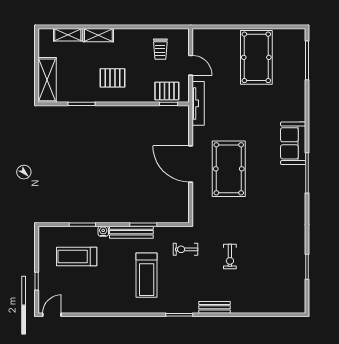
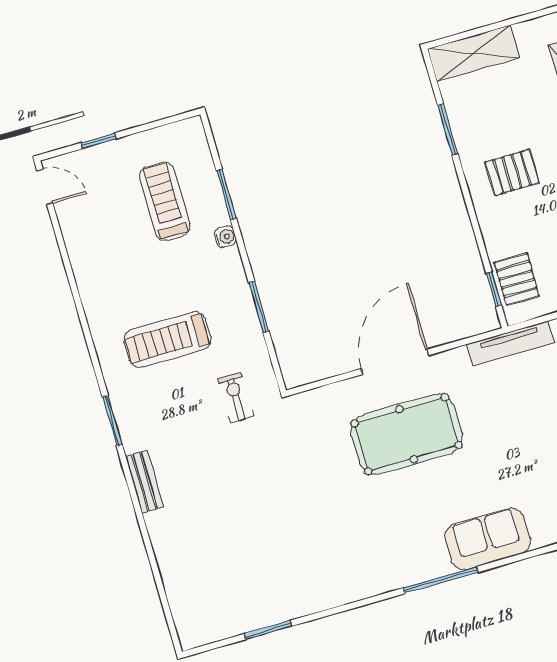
pallet: (112, 78) -> (512, 172), turned 90
bench: (131, 232) -> (239, 289), removed
exercise bike: (230, 256) -> (246, 483), removed

